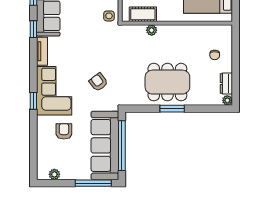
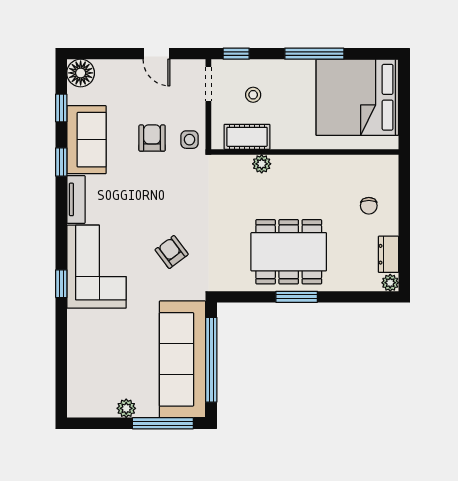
armchair: (64, 131) -> (152, 138), moved
plant: (54, 174) -> (126, 408), moved

